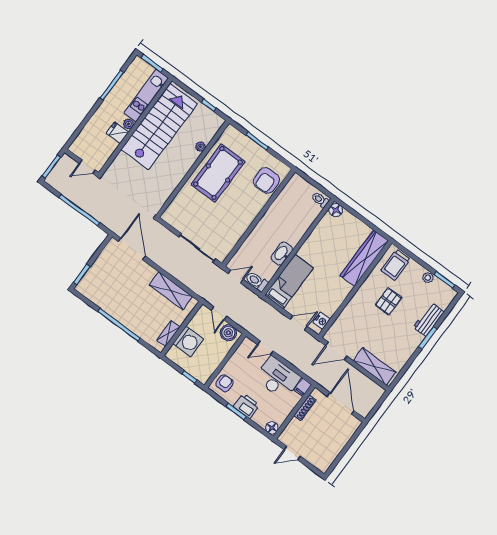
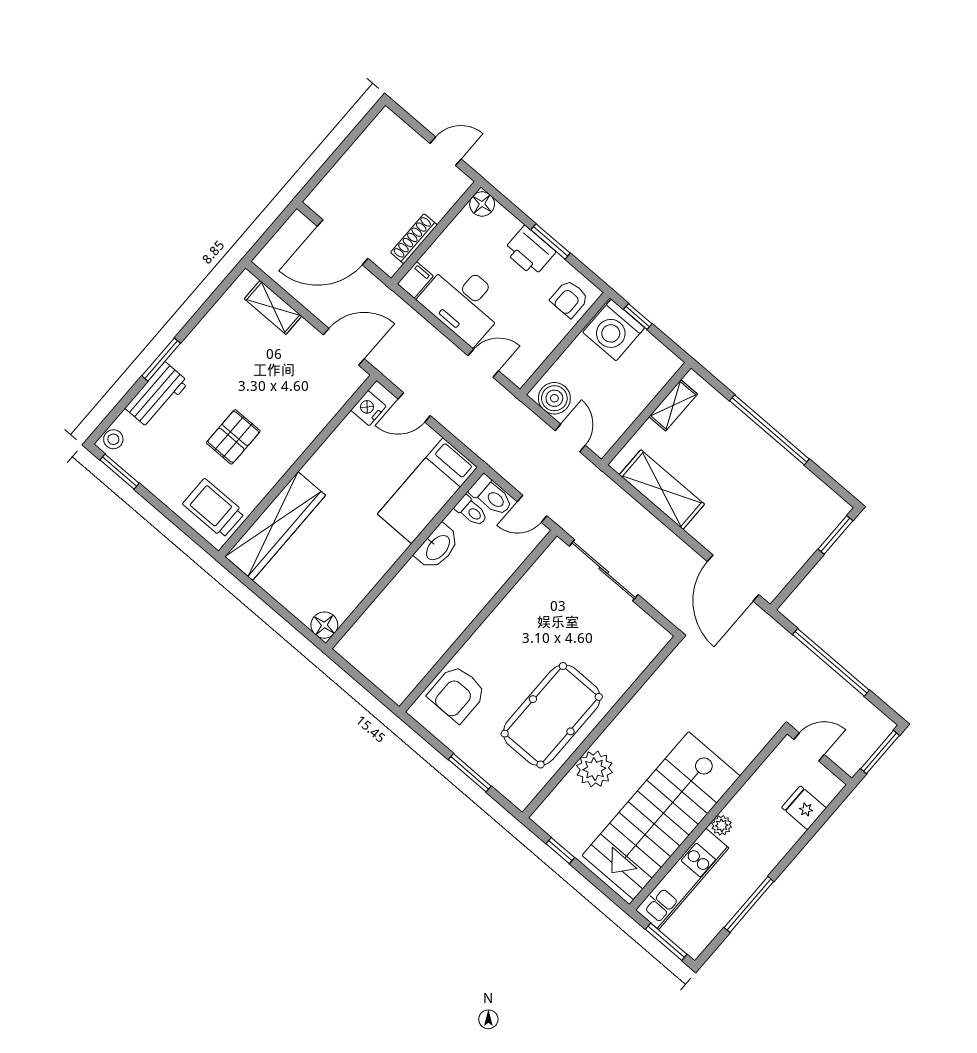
fridge: (117, 133) -> (804, 808), moved, turned 180
plant: (201, 147) -> (594, 769), width x1.88, depth x1.88
armchair: (266, 180) -> (457, 694), turned 180
toilet: (320, 200) -> (471, 511), moved
trolley: (396, 265) -> (214, 508), turned -90
stool: (428, 278) -> (113, 439), moved
washing machine: (188, 341) -> (614, 330), moved, turned -90
shelving: (375, 366) -> (273, 307), width x0.67, depth x0.75
door: (341, 403) -> (343, 242), hinge flipped

